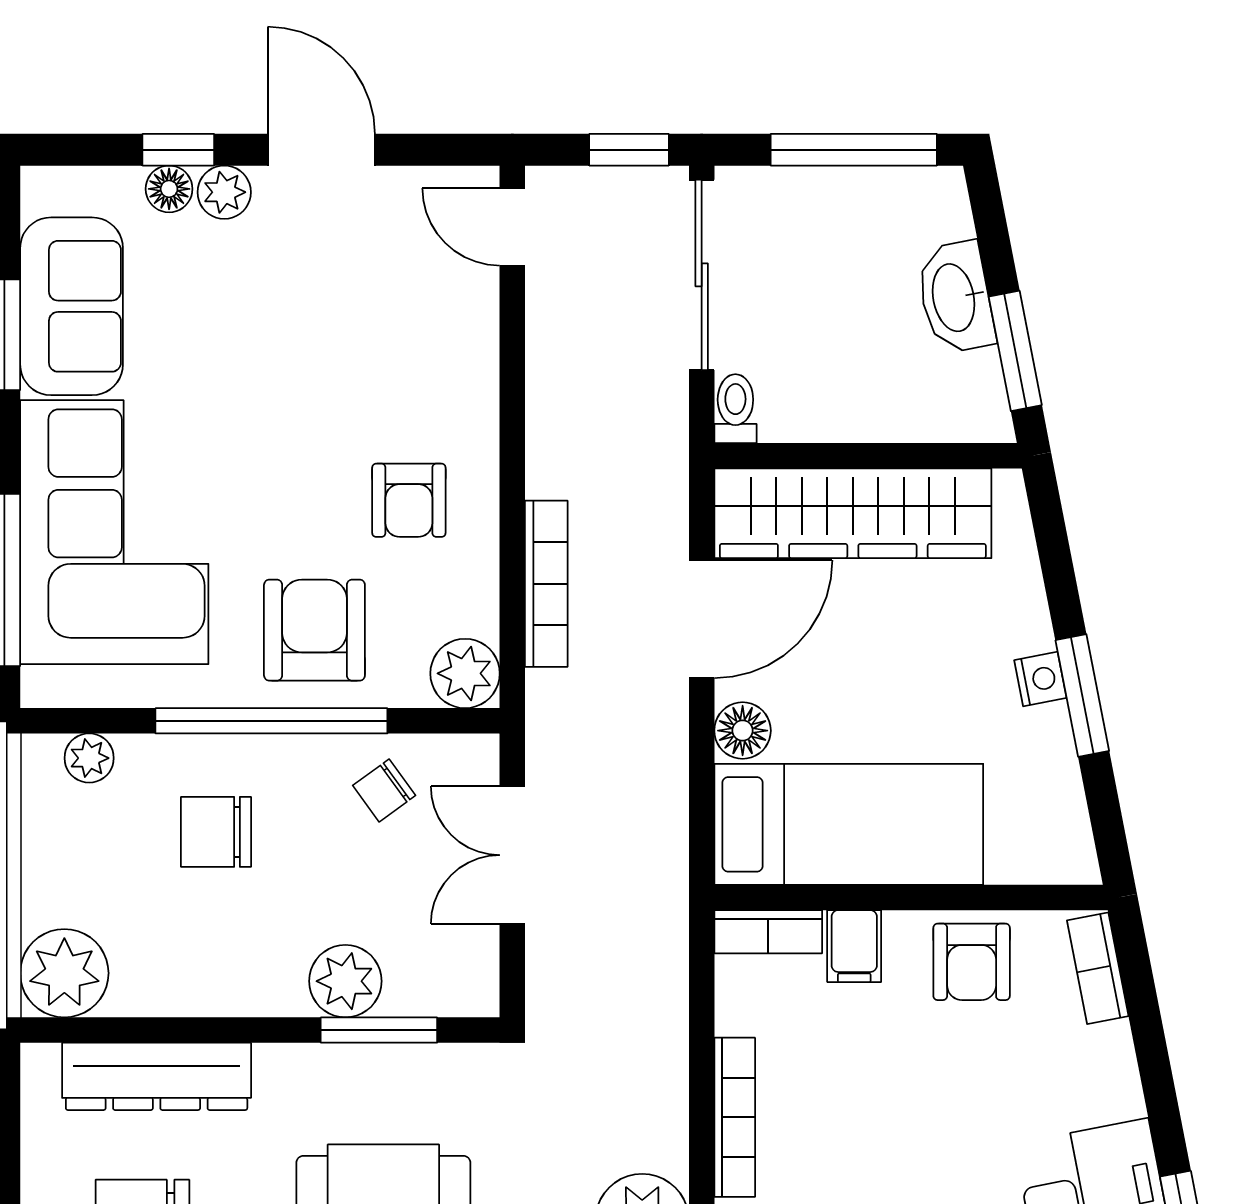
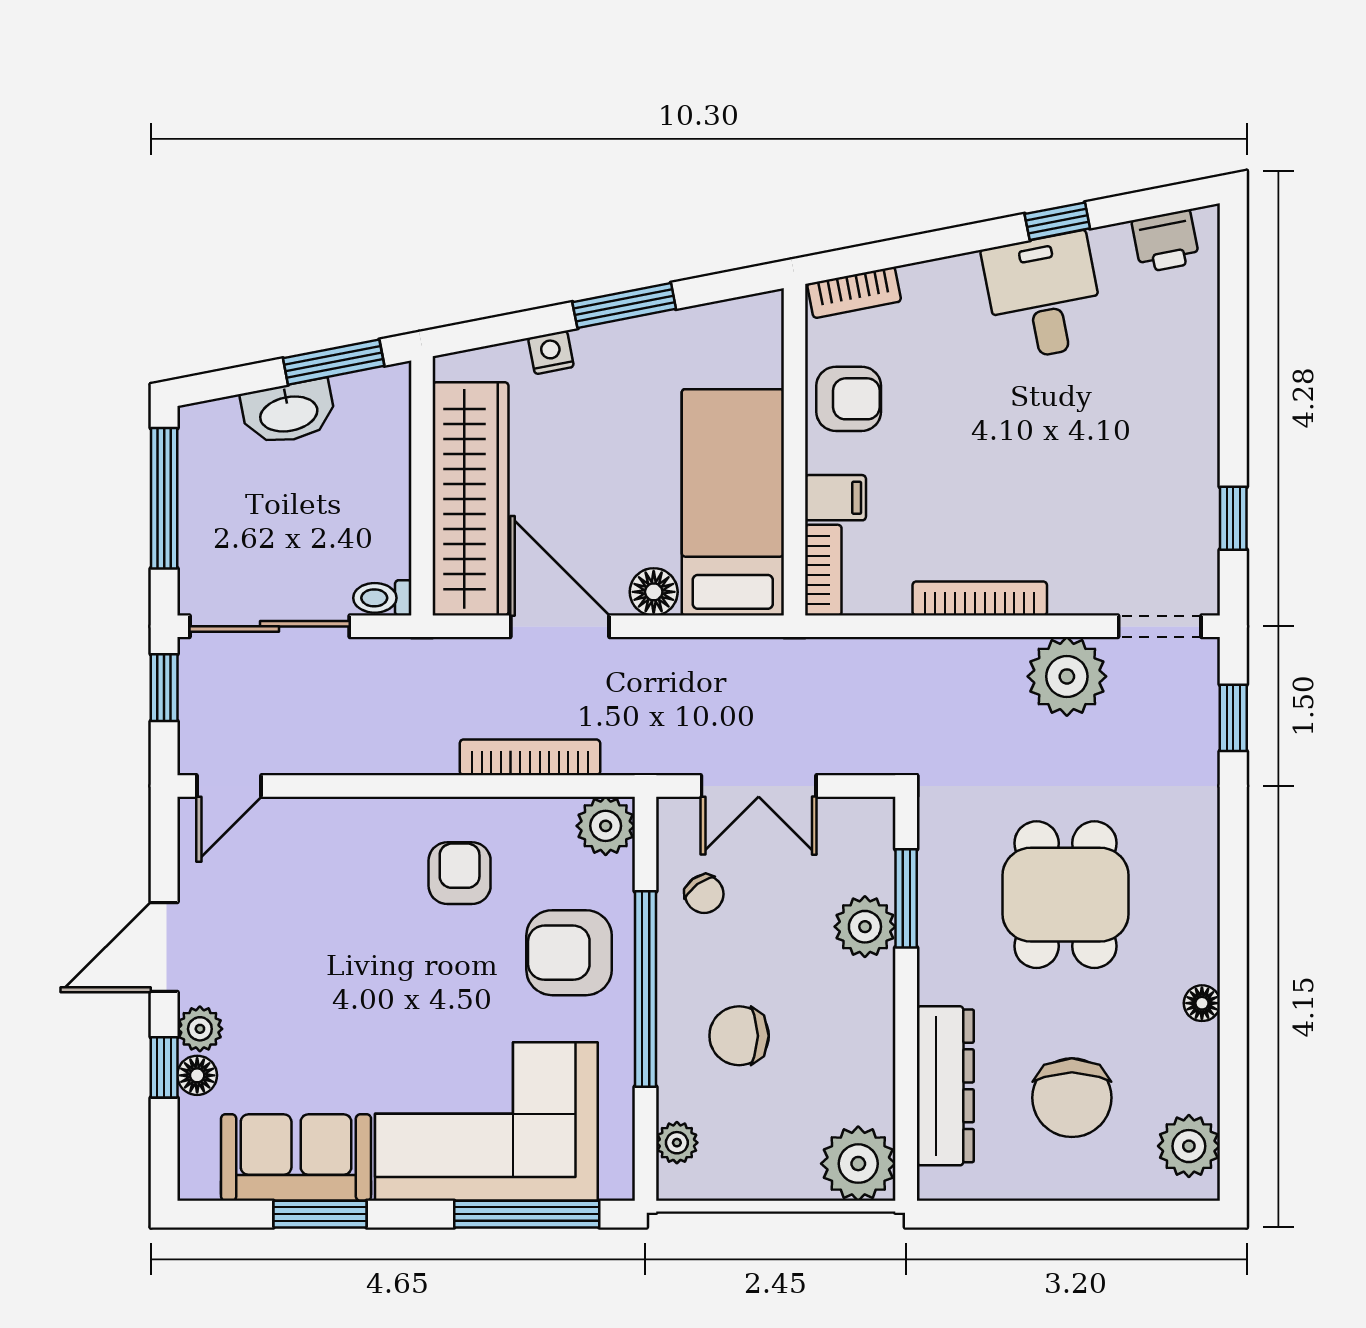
armchair: (409, 500) -> (460, 873), turned -90
nightstand: (1040, 679) -> (551, 352), moved
chair: (216, 832) -> (739, 1036), turned 90

